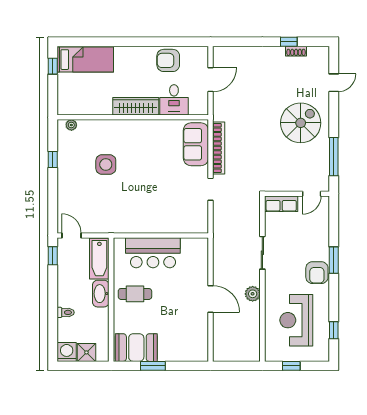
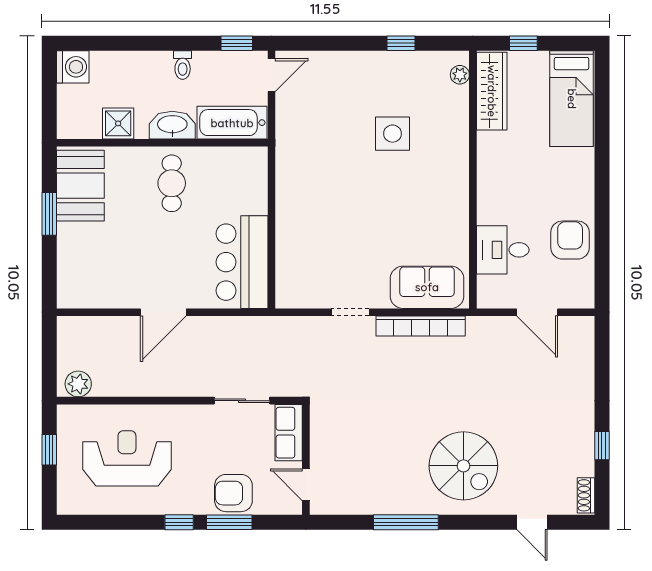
shoe rack: (296, 51) -> (586, 495), moved
window: (53, 66) -> (523, 43), moved
wardrobe: (136, 106) -> (492, 91), moved
wall: (297, 194) -> (306, 460), moved
door: (312, 194) -> (306, 485), moved
row of seats: (281, 204) -> (289, 433), moved
bar counter: (153, 253) -> (242, 262), moved
armchair: (317, 273) -> (233, 493), moved
plant: (253, 294) -> (78, 384), moved
toilet: (66, 312) -> (183, 65), moved
window: (334, 330) -> (179, 522), moved
shower: (86, 352) -> (118, 123), moved

